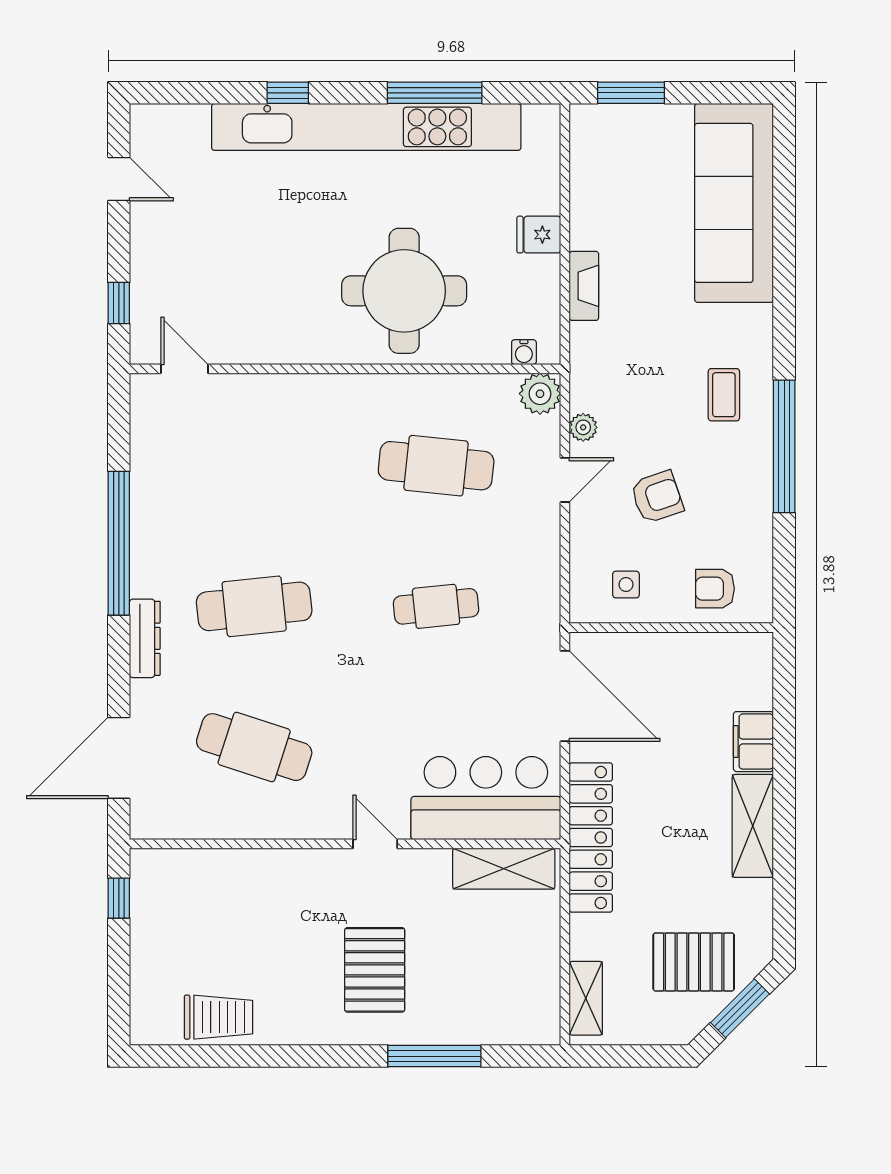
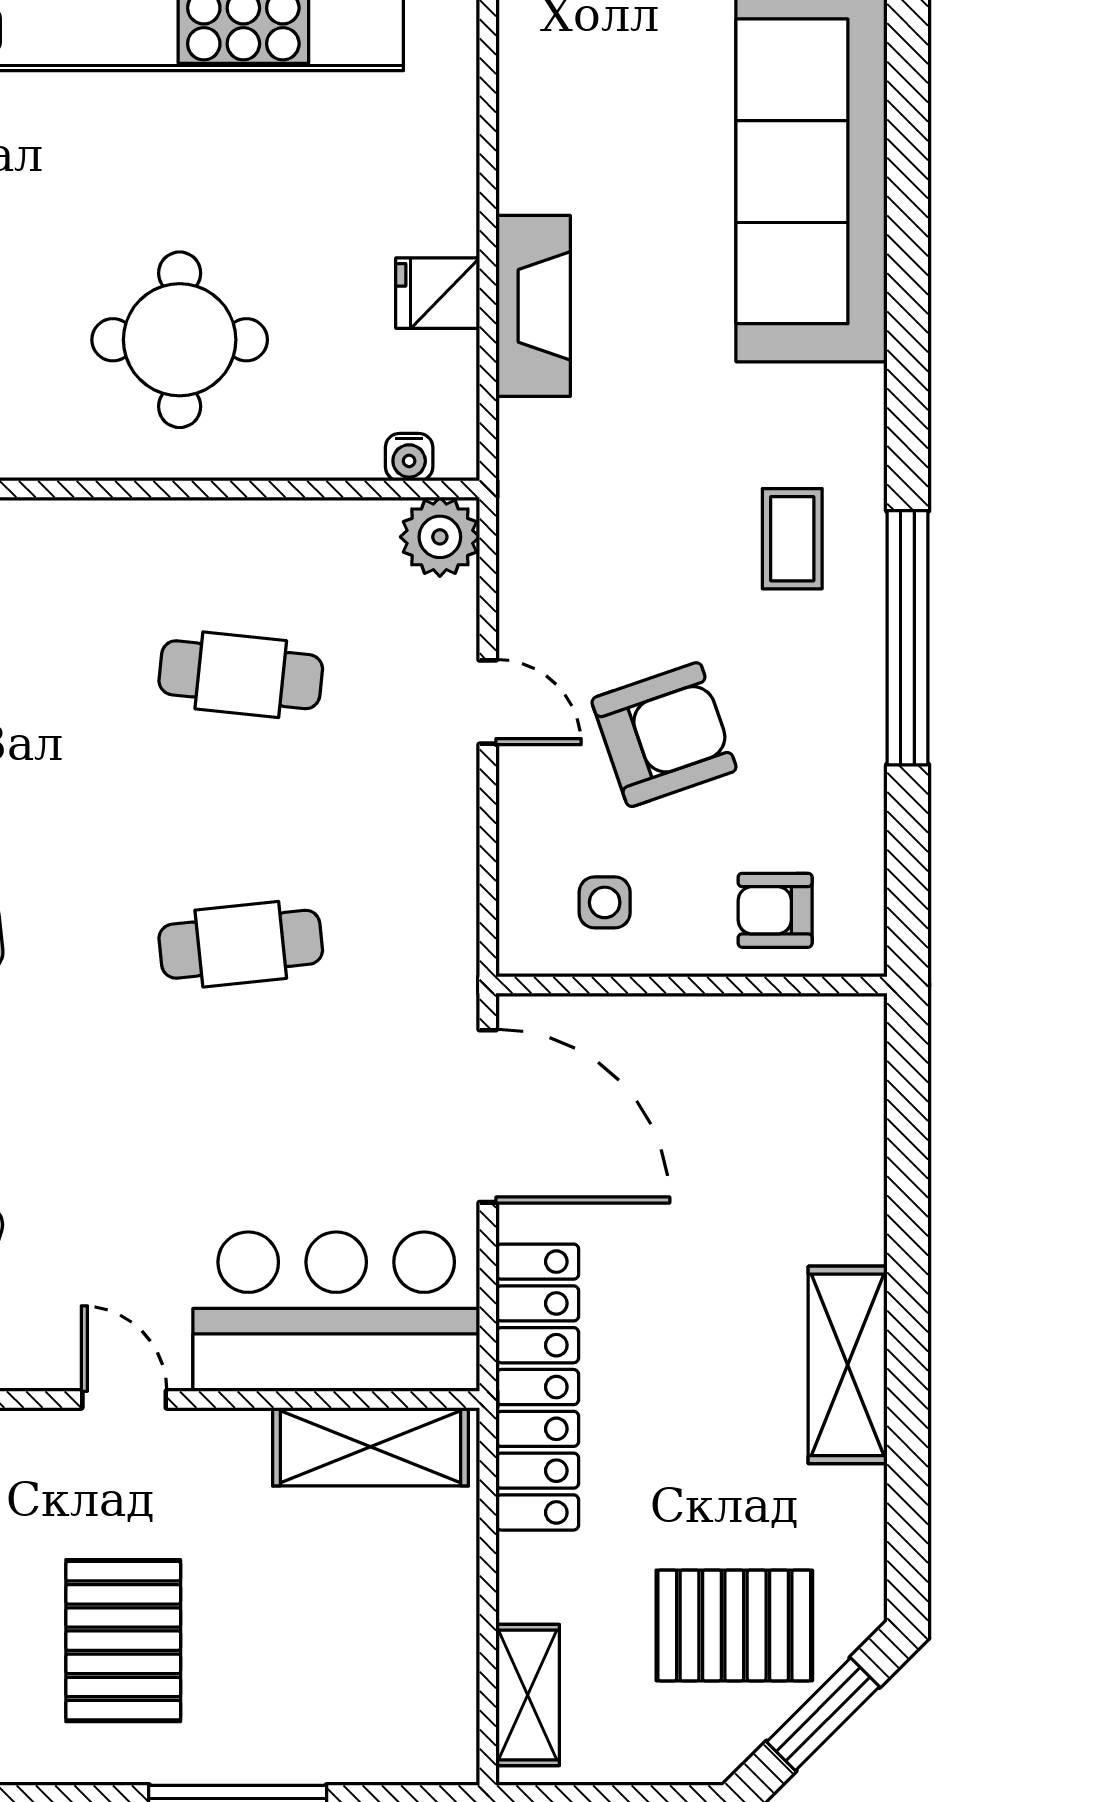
fridge: (539, 235) -> (438, 293), moved
fireplace: (584, 286) -> (533, 306), width x1.37, depth x1.32
round table: (404, 291) -> (180, 340), width x0.73, depth x0.73
plant: (583, 427) -> (523, 601), removed
cafe table: (436, 466) -> (241, 675), width x0.73, depth x0.74
door: (565, 480) -> (488, 702), hinge flipped
armchair: (657, 497) -> (664, 735), width x1.38, depth x1.38
filing cabinet: (753, 742) -> (849, 1203), removed

